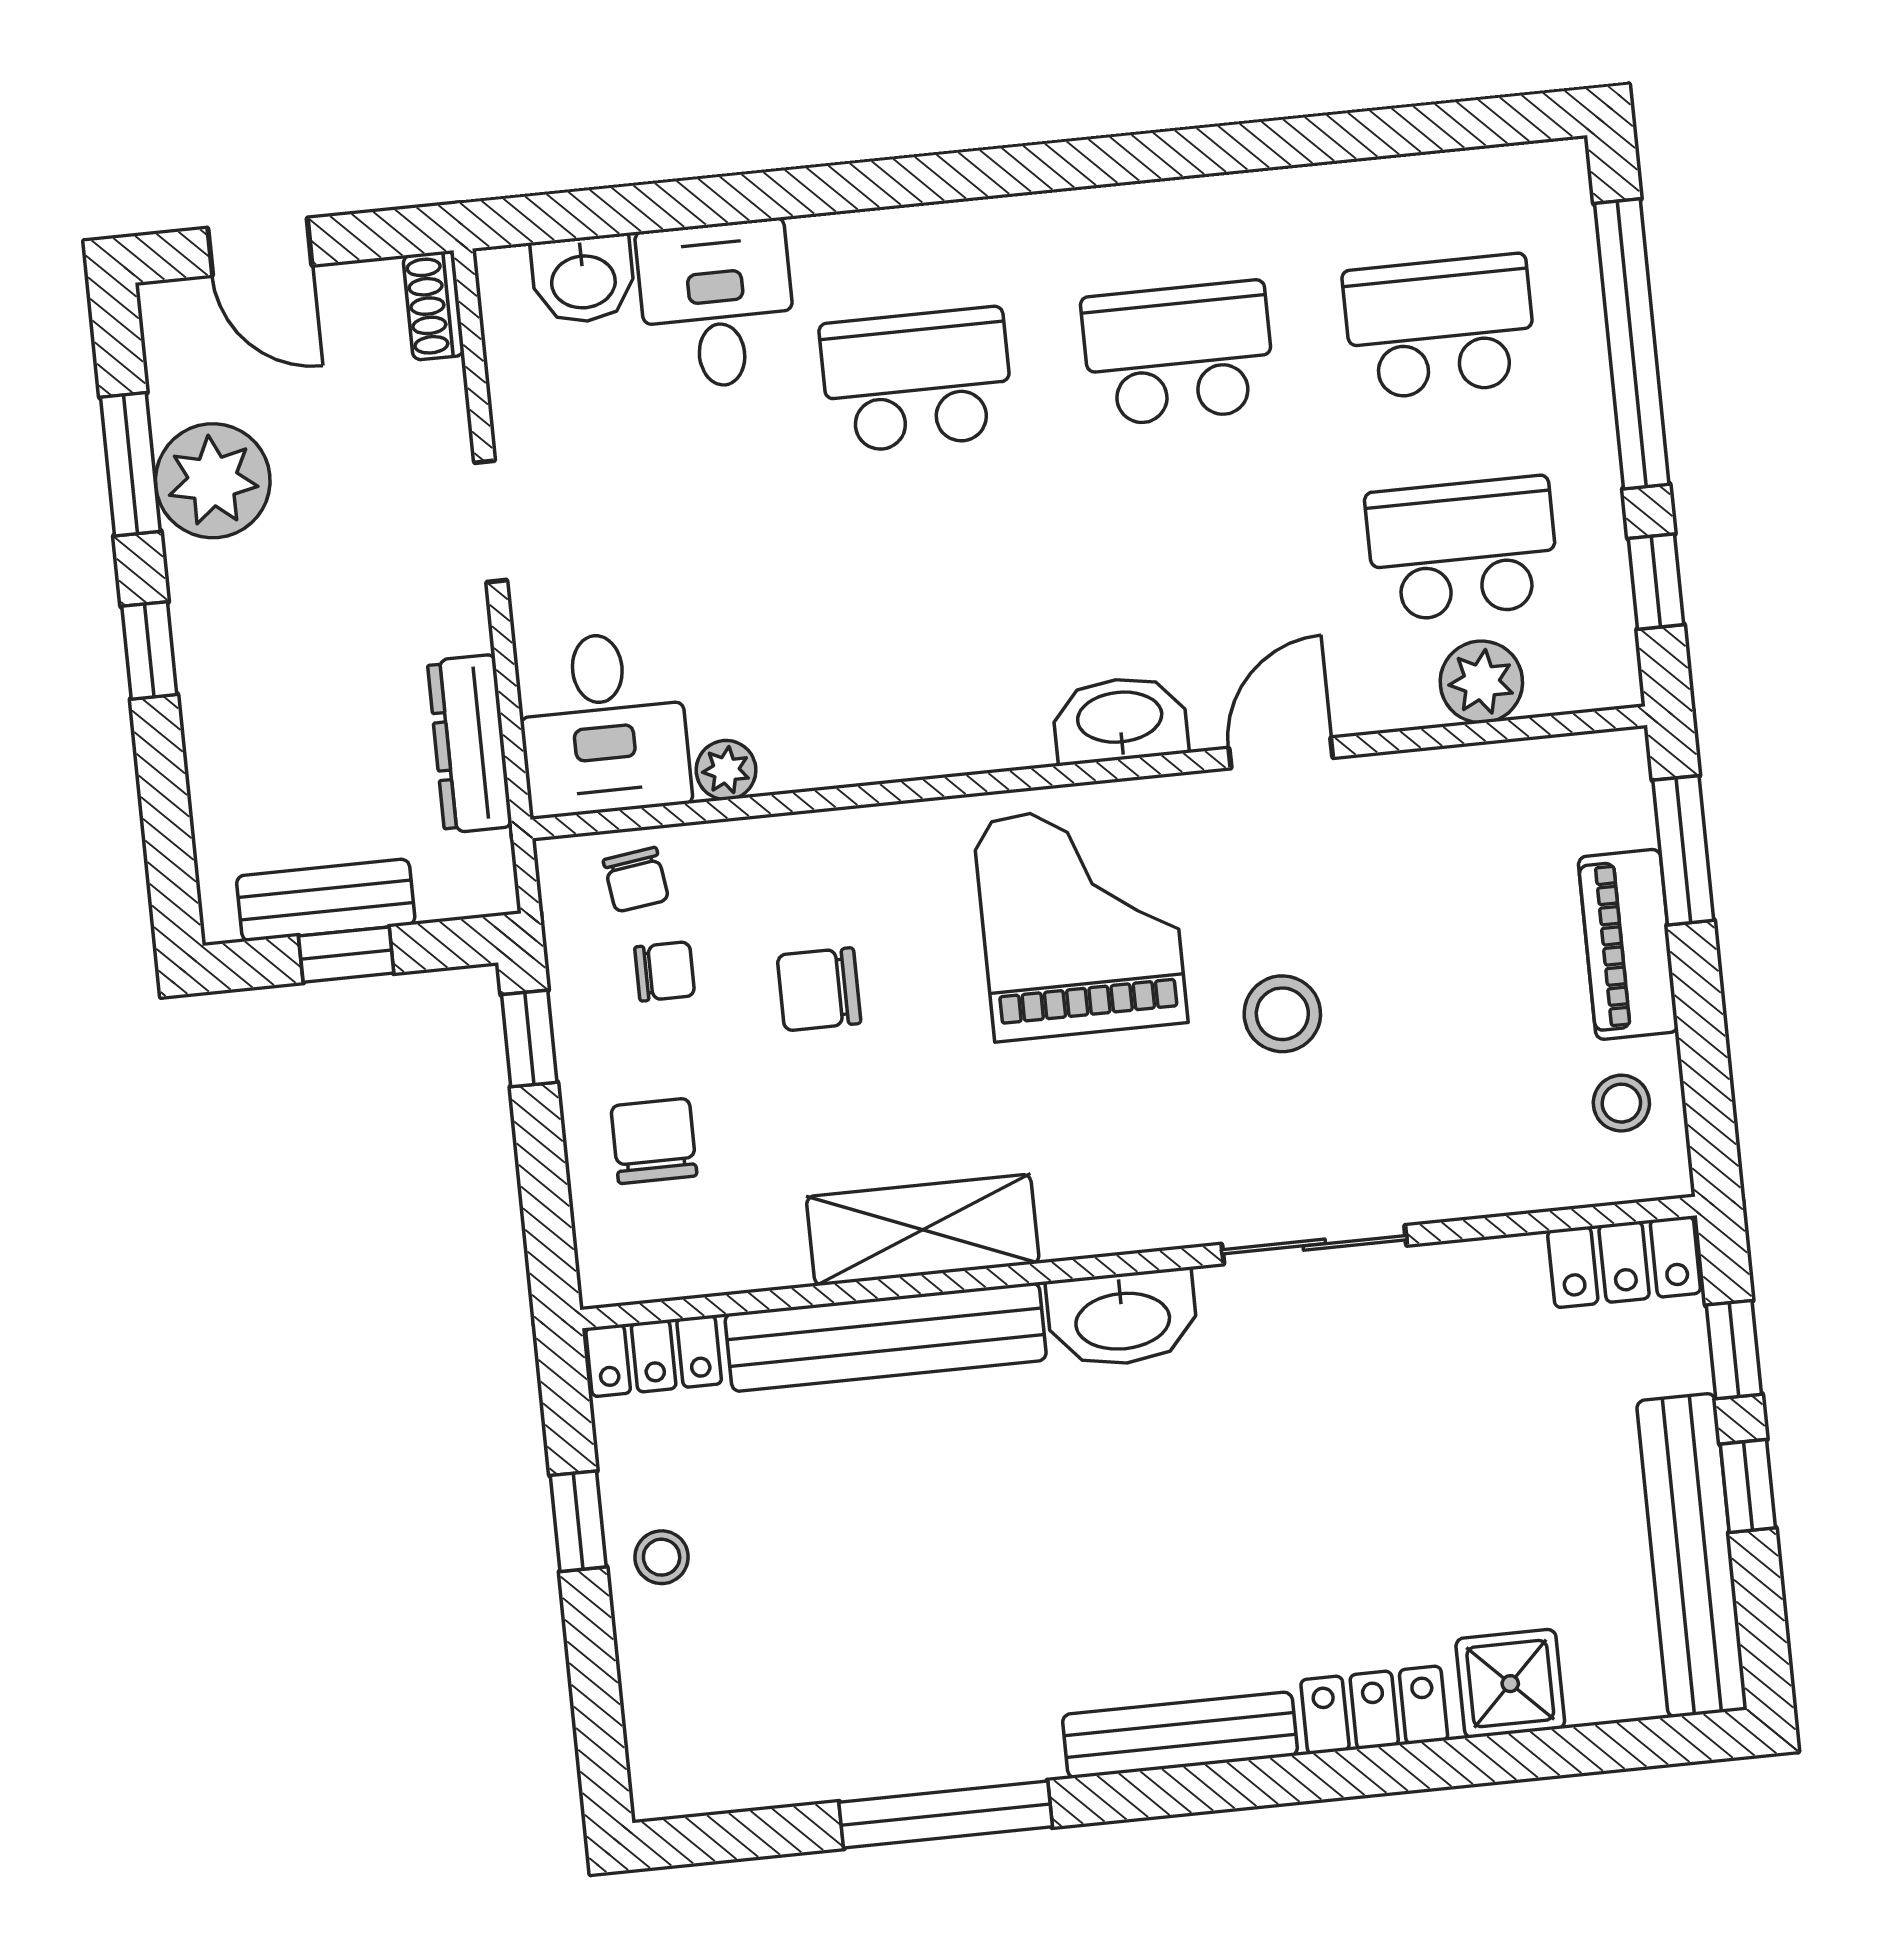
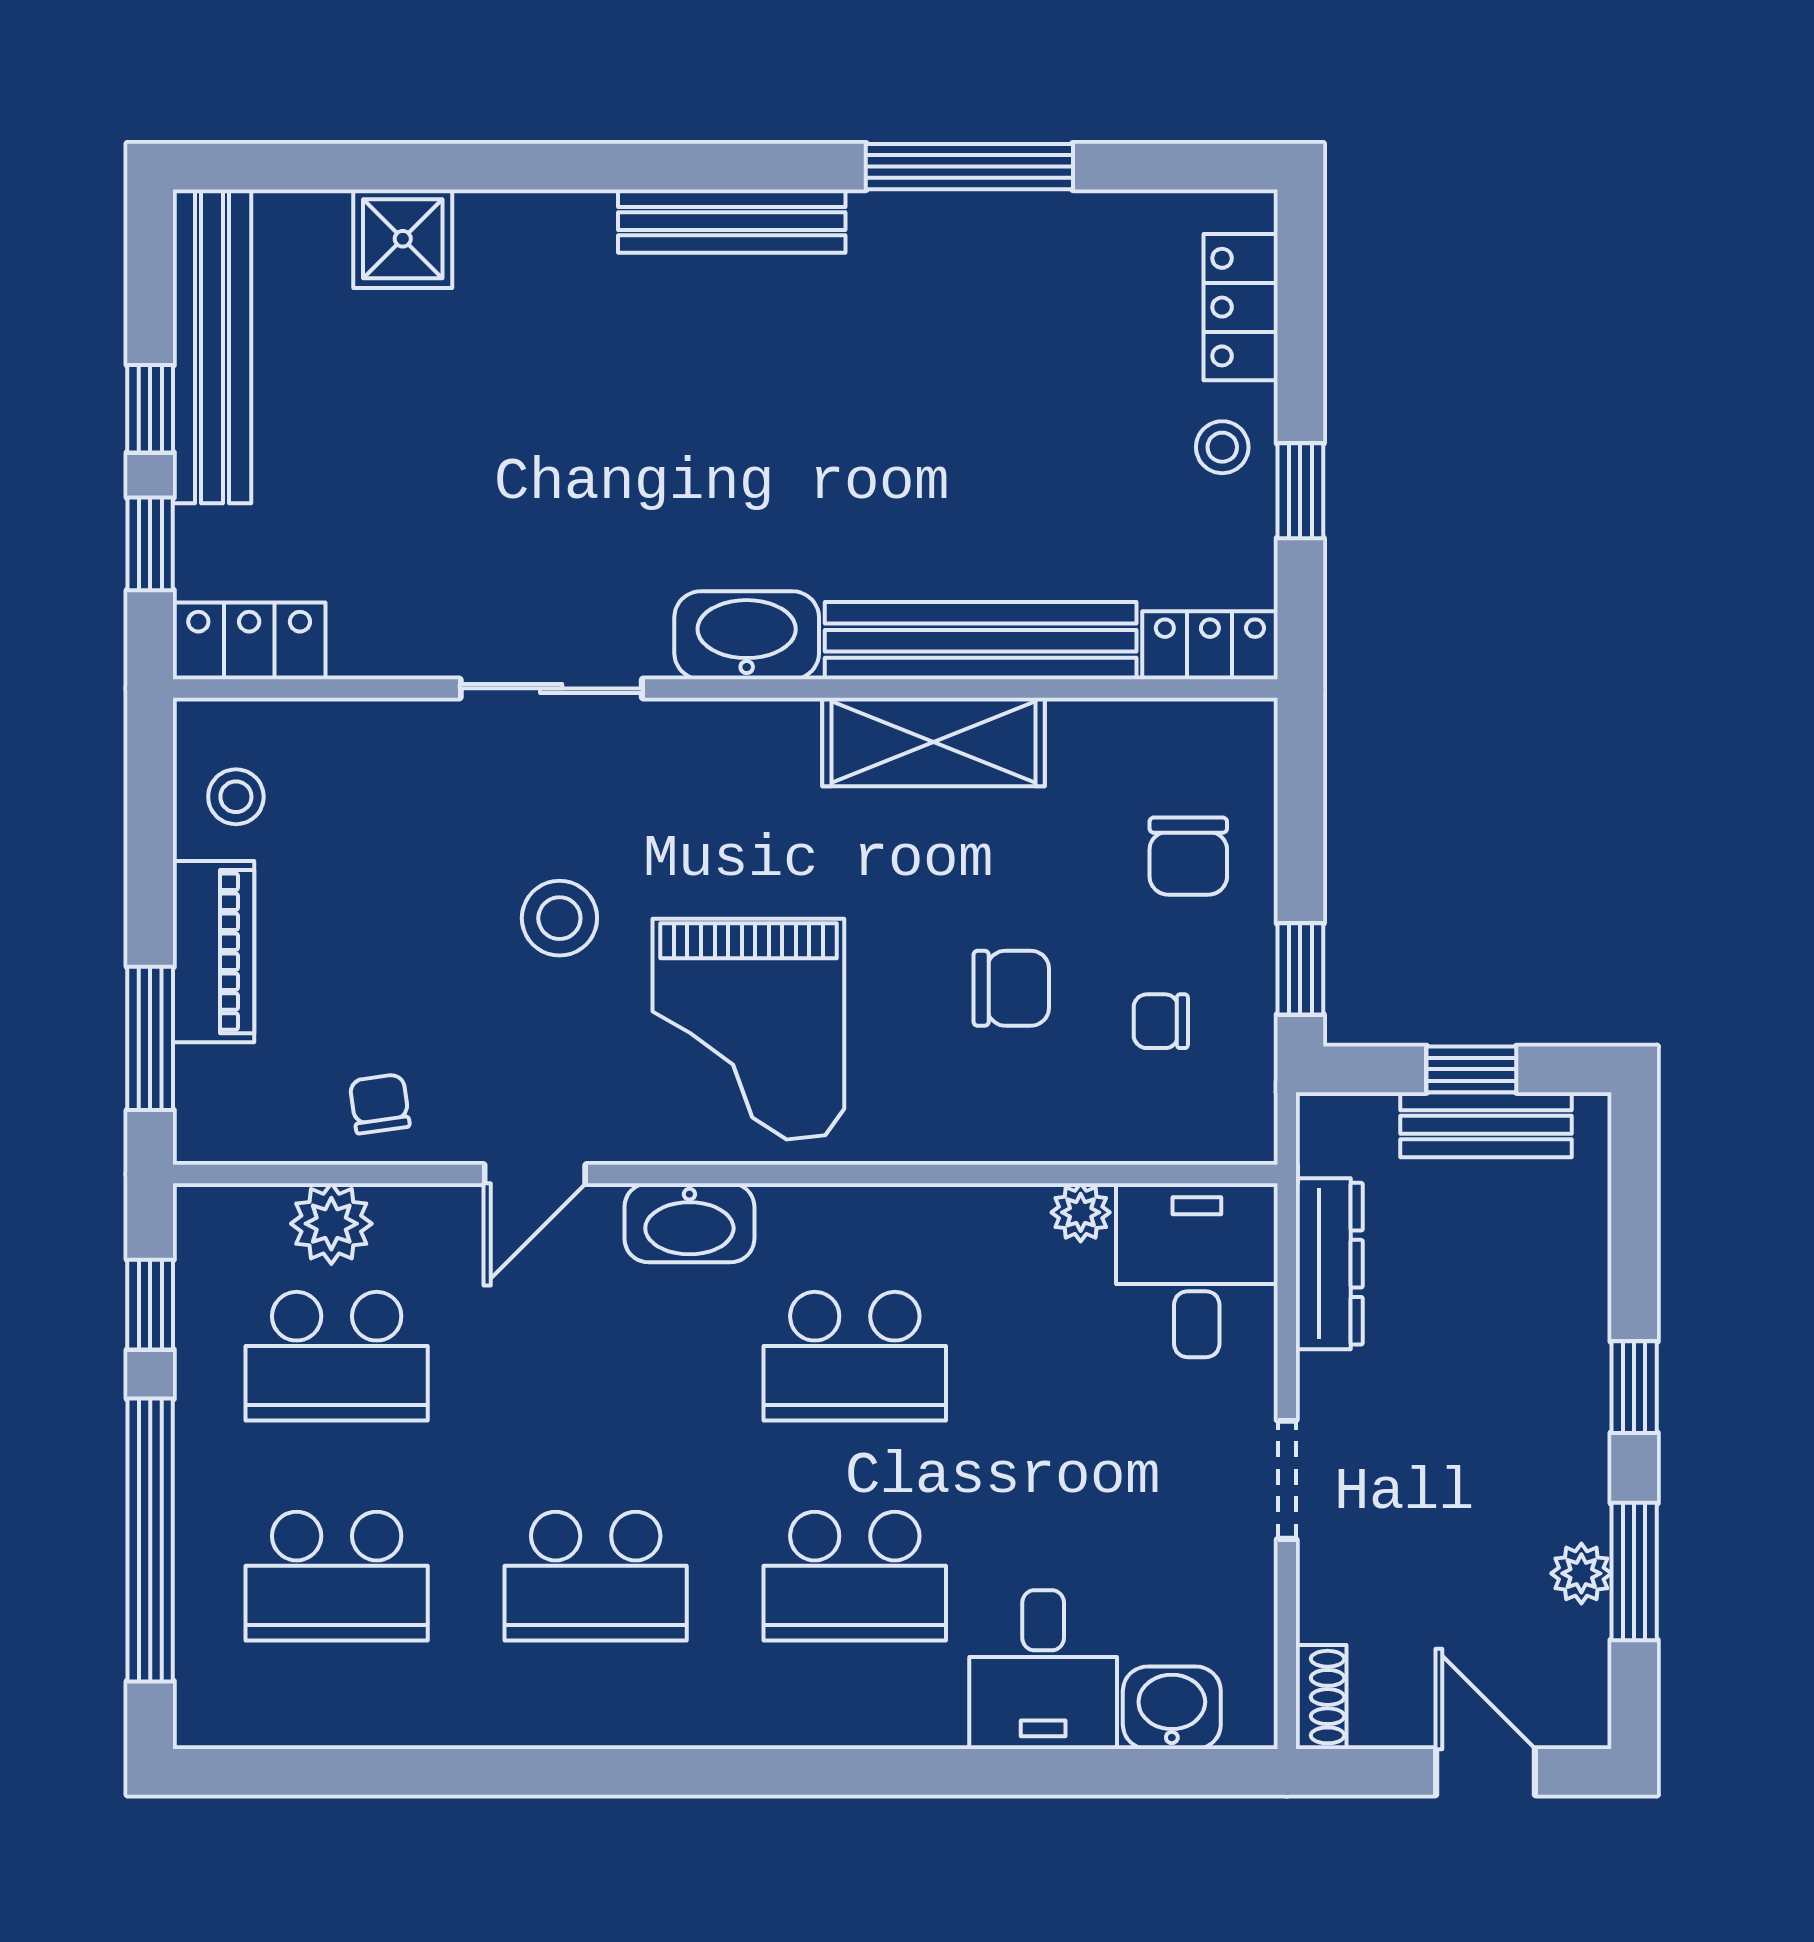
plant: (213, 481) -> (1581, 1573), width x0.53, depth x0.53
school desk: (939, 602) -> (855, 1356), added
chair: (636, 880) -> (380, 1104), moved
locker: (1374, 1710) -> (1241, 307), moved, turned 90

